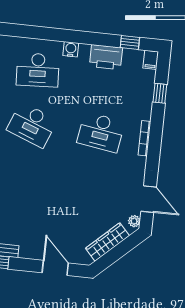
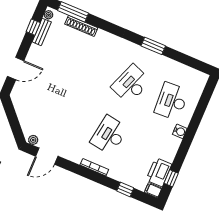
printer: (106, 57) -> (159, 172), moved
wardrobe: (107, 242) -> (23, 115), removed

